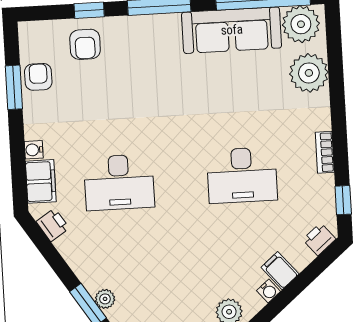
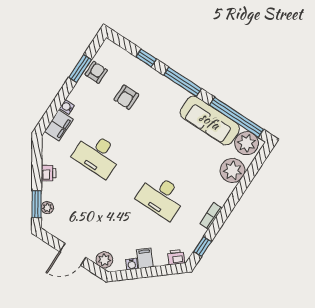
armchair: (85, 44) -> (126, 97), moved
printer: (53, 225) -> (49, 173), moved

